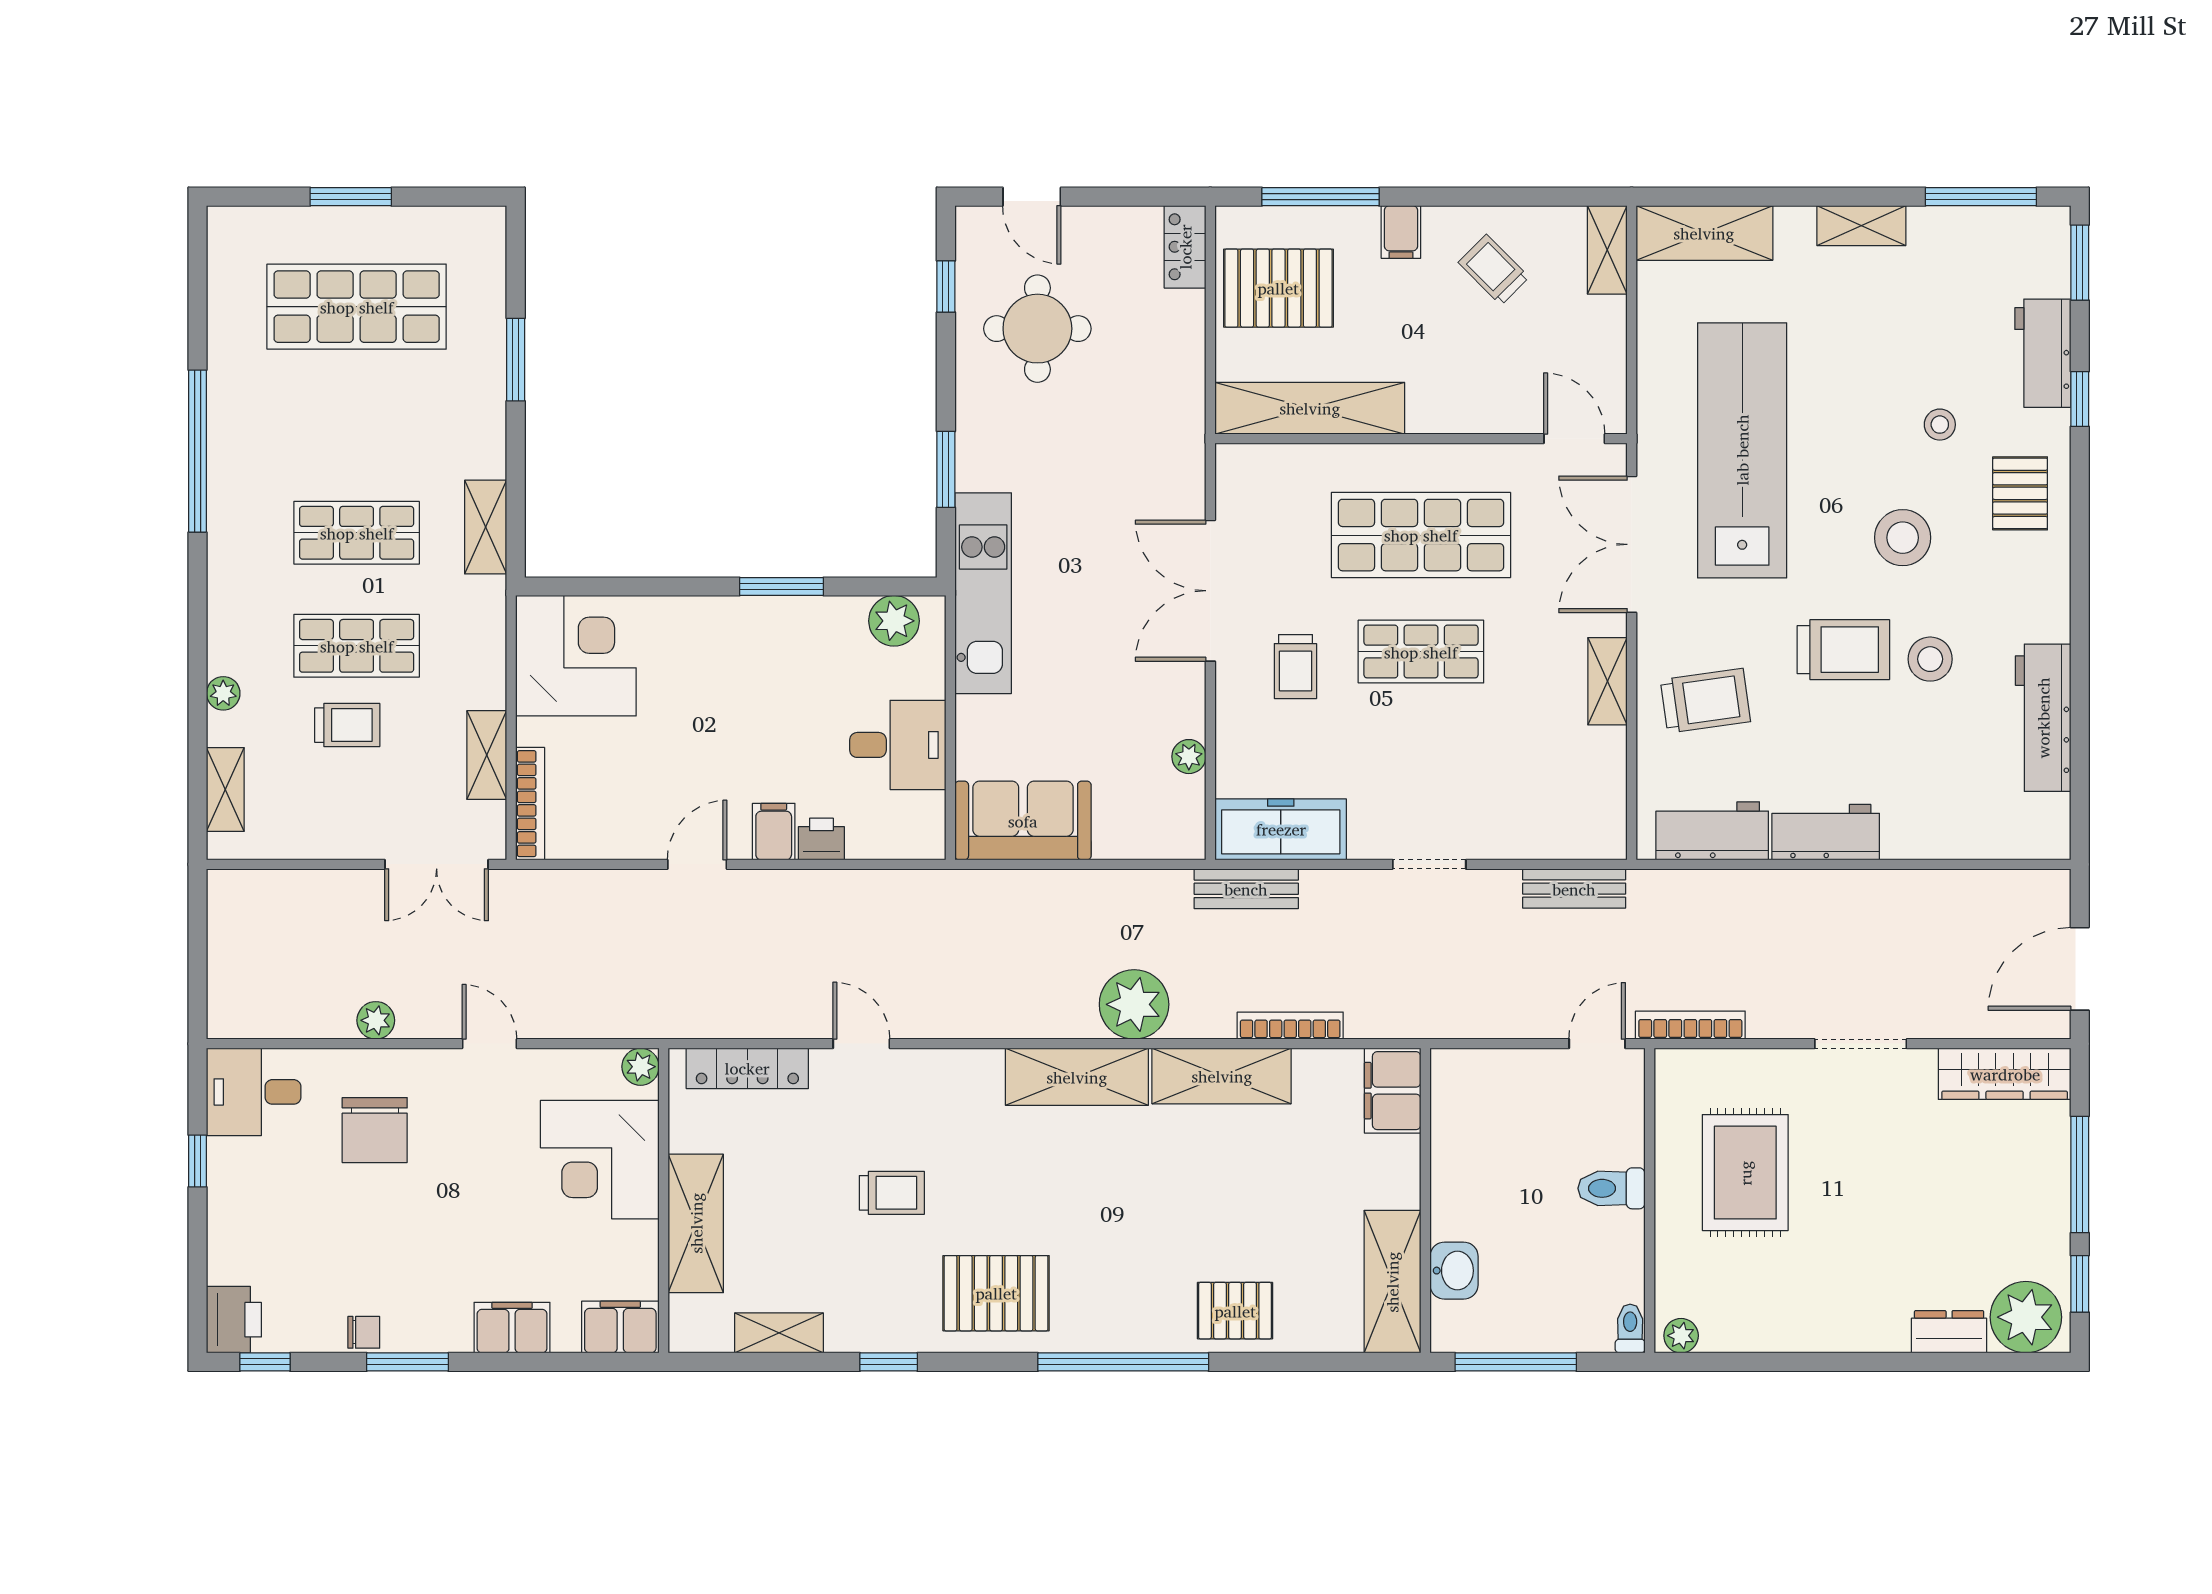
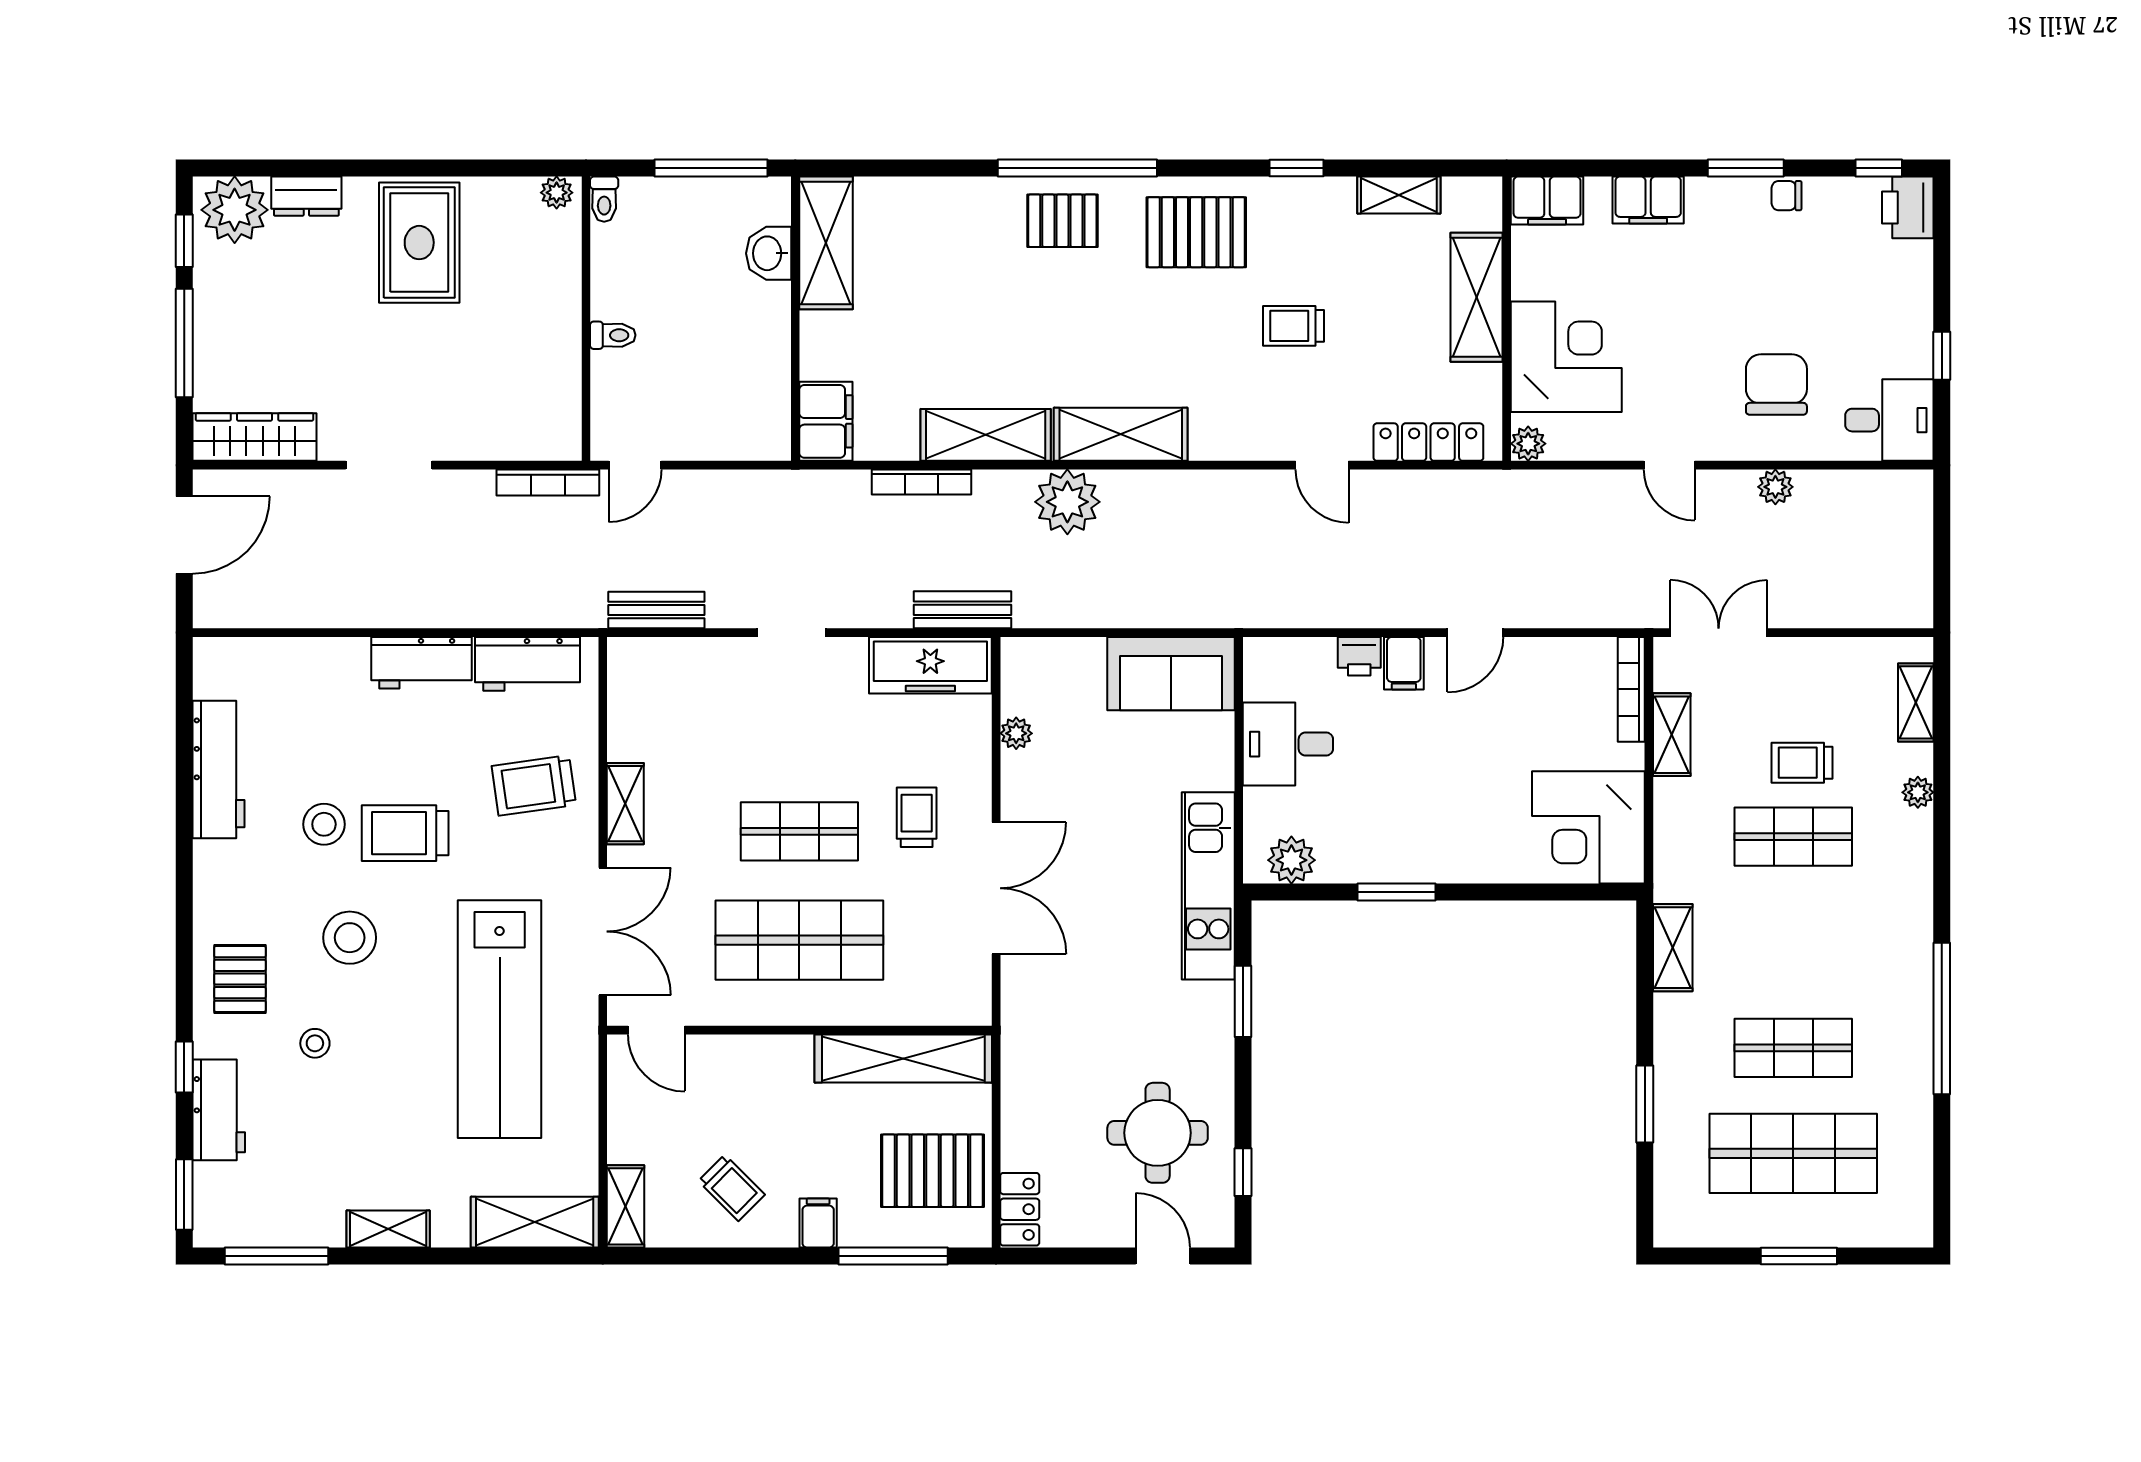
shop shelf: (357, 533) -> (1793, 1048), moved
rug: (1745, 1173) -> (419, 243), moved
toilet: (1611, 1188) -> (613, 335), width x0.73, depth x0.72
pallet: (1235, 1311) -> (1062, 221), moved

